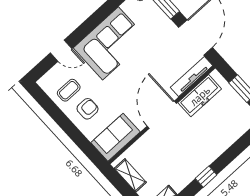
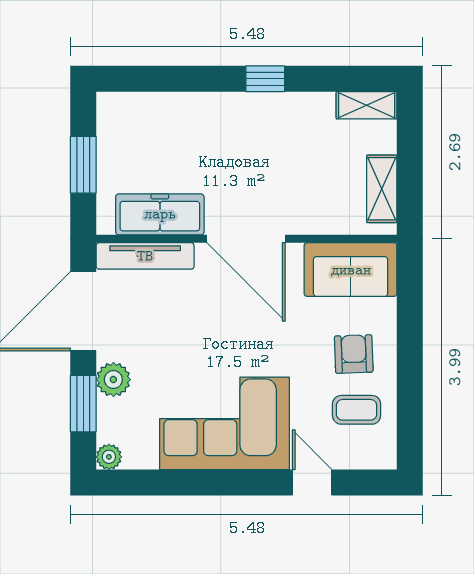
plant: (163, 23) -> (113, 380), added
armchair: (87, 109) -> (354, 354), turned 88
door: (162, 115) -> (246, 239), hinge flipped

